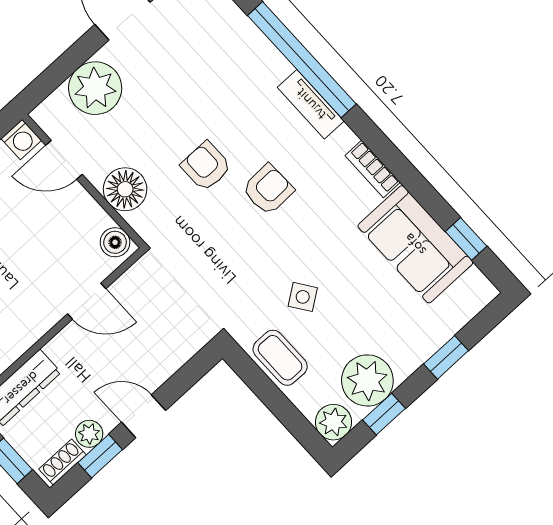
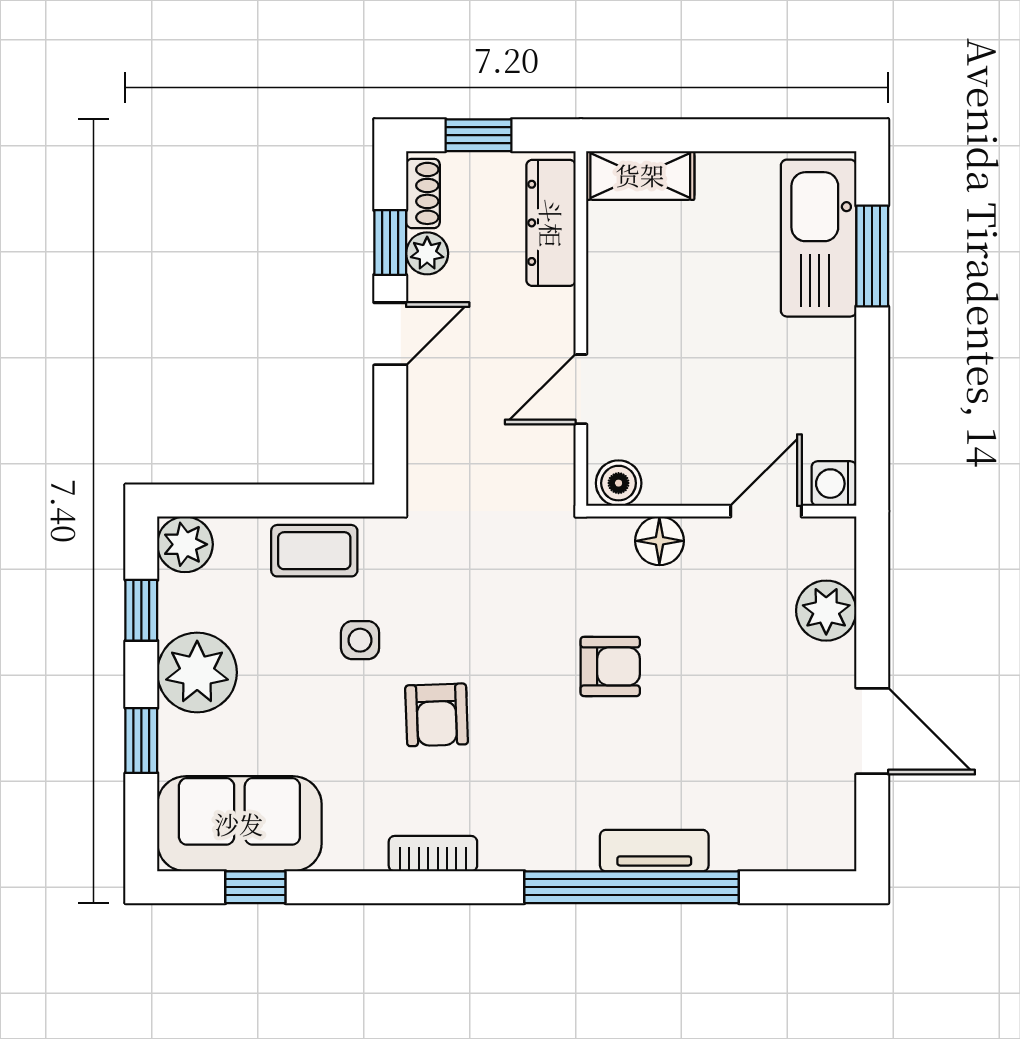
plant: (95, 88) -> (826, 611), width x0.73, depth x0.73
tv unit: (311, 104) -> (654, 851), moved
floor lamp: (125, 189) -> (659, 541), width x0.73, depth x0.73
armchair: (268, 190) -> (437, 715), moved
sofa: (415, 244) -> (239, 824), moved
side table: (303, 297) -> (360, 640), turned 35
plant: (367, 380) -> (197, 672), moved

